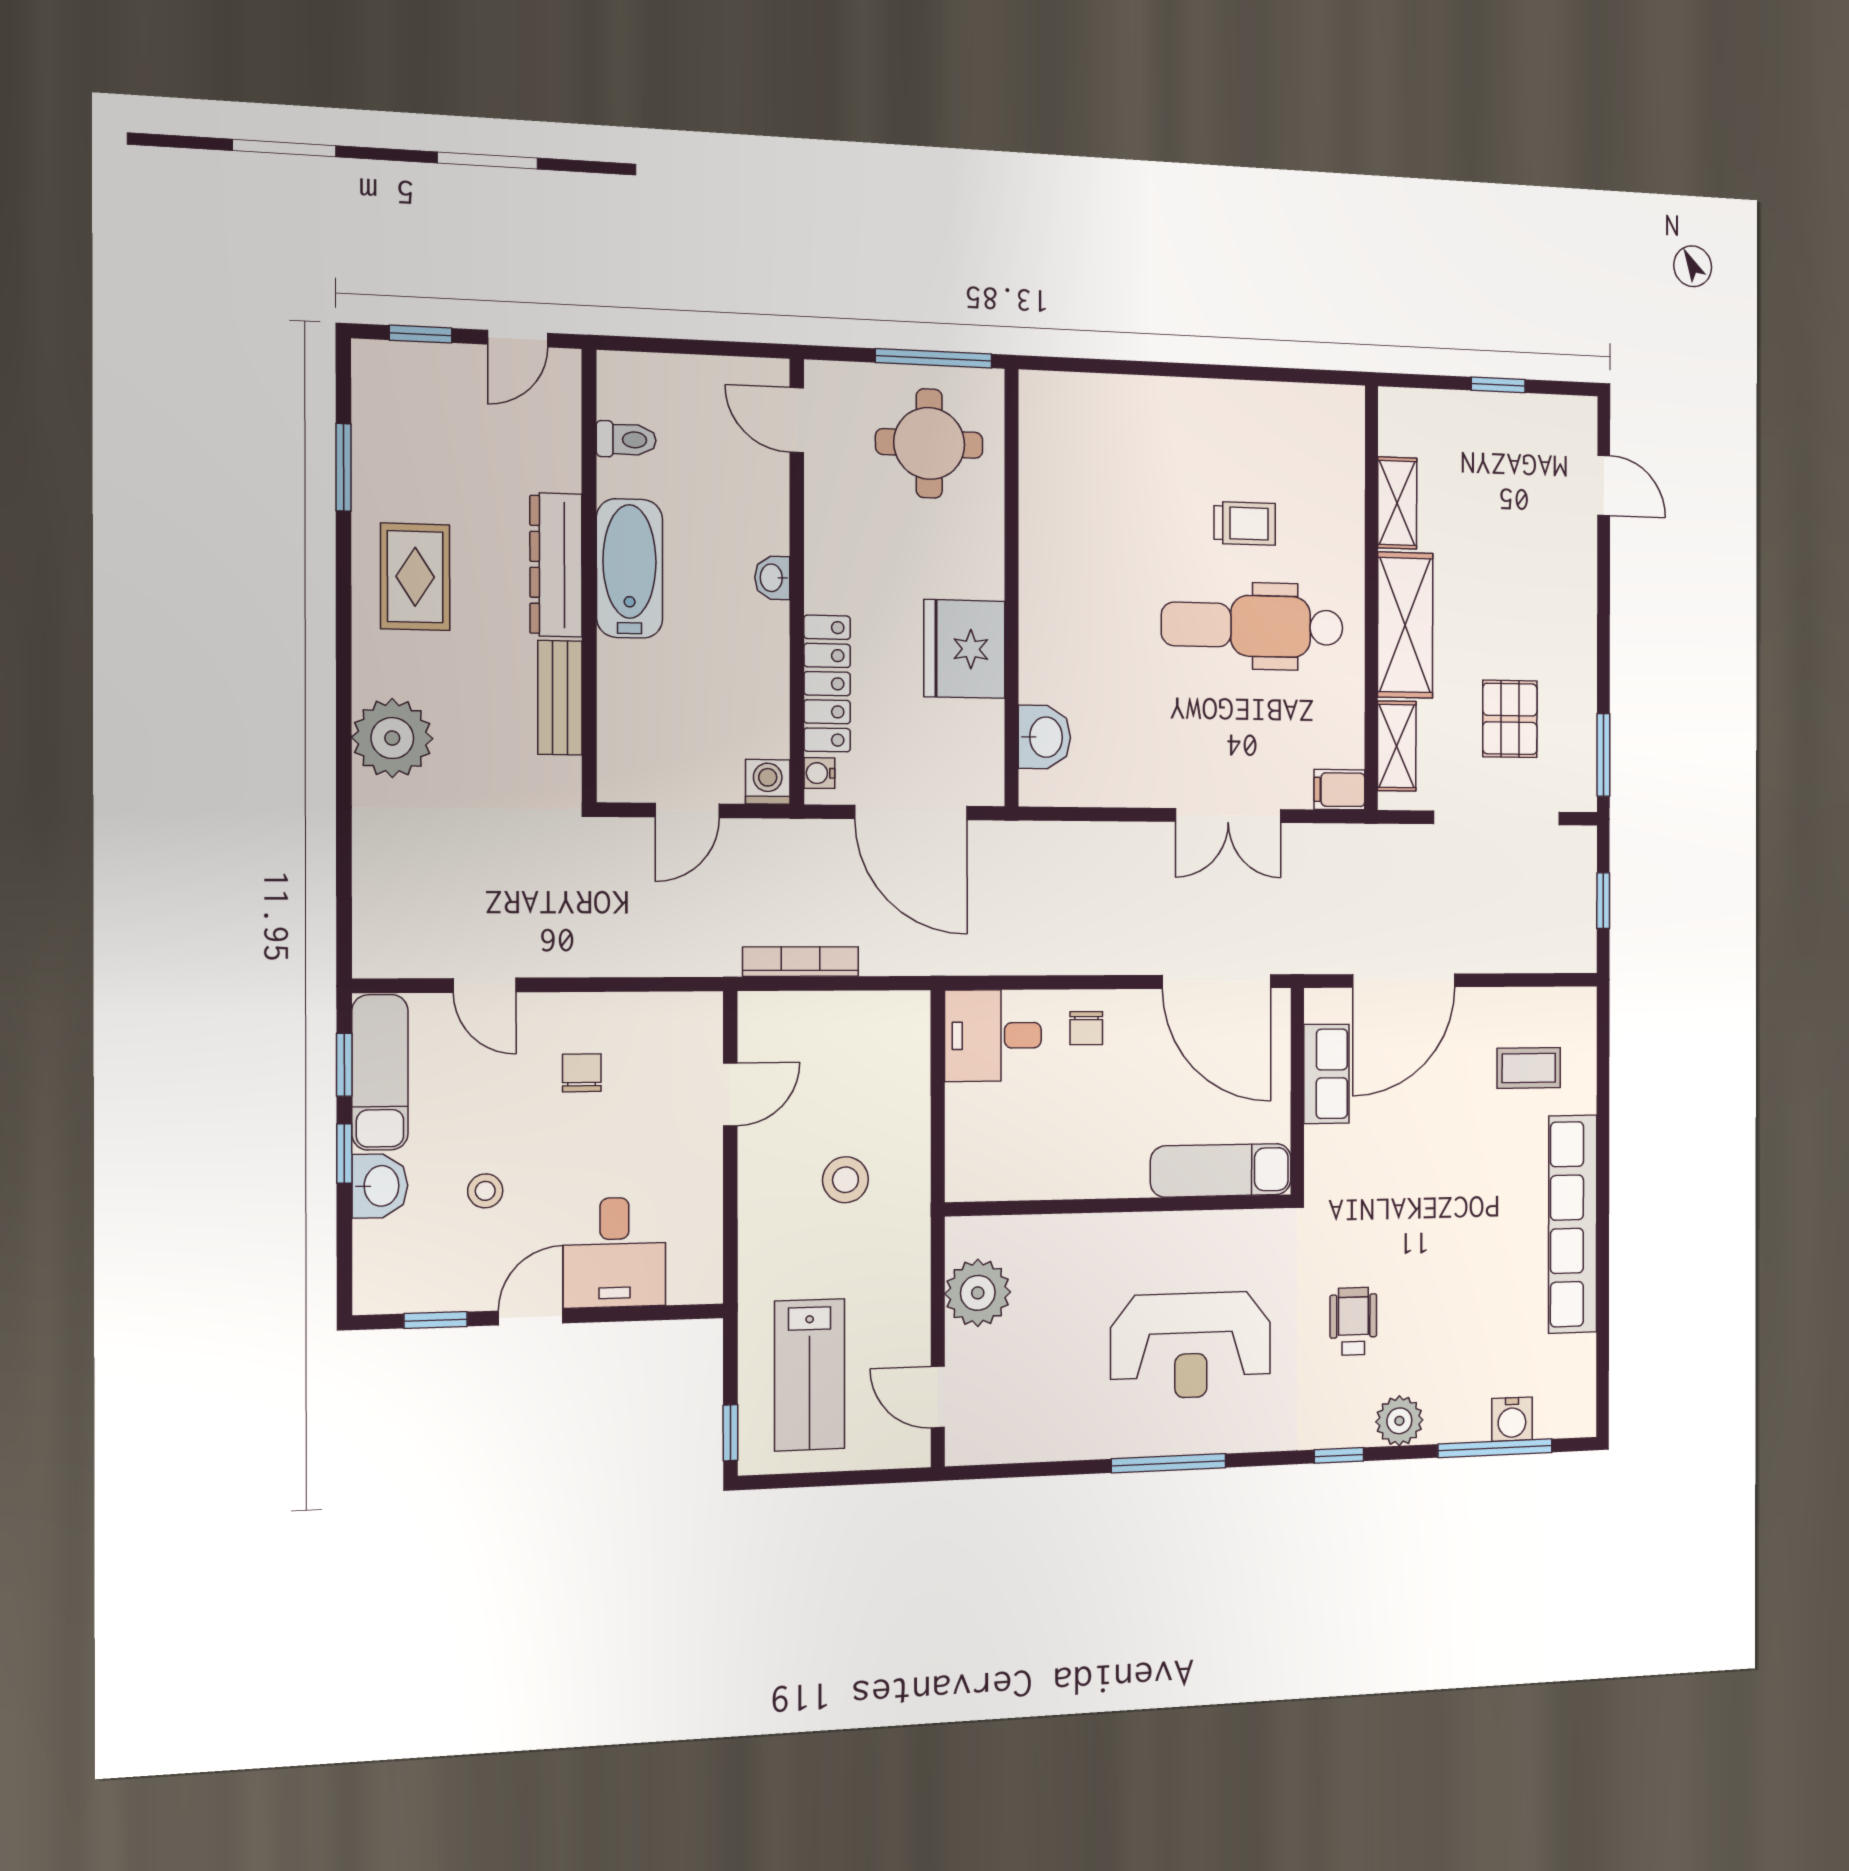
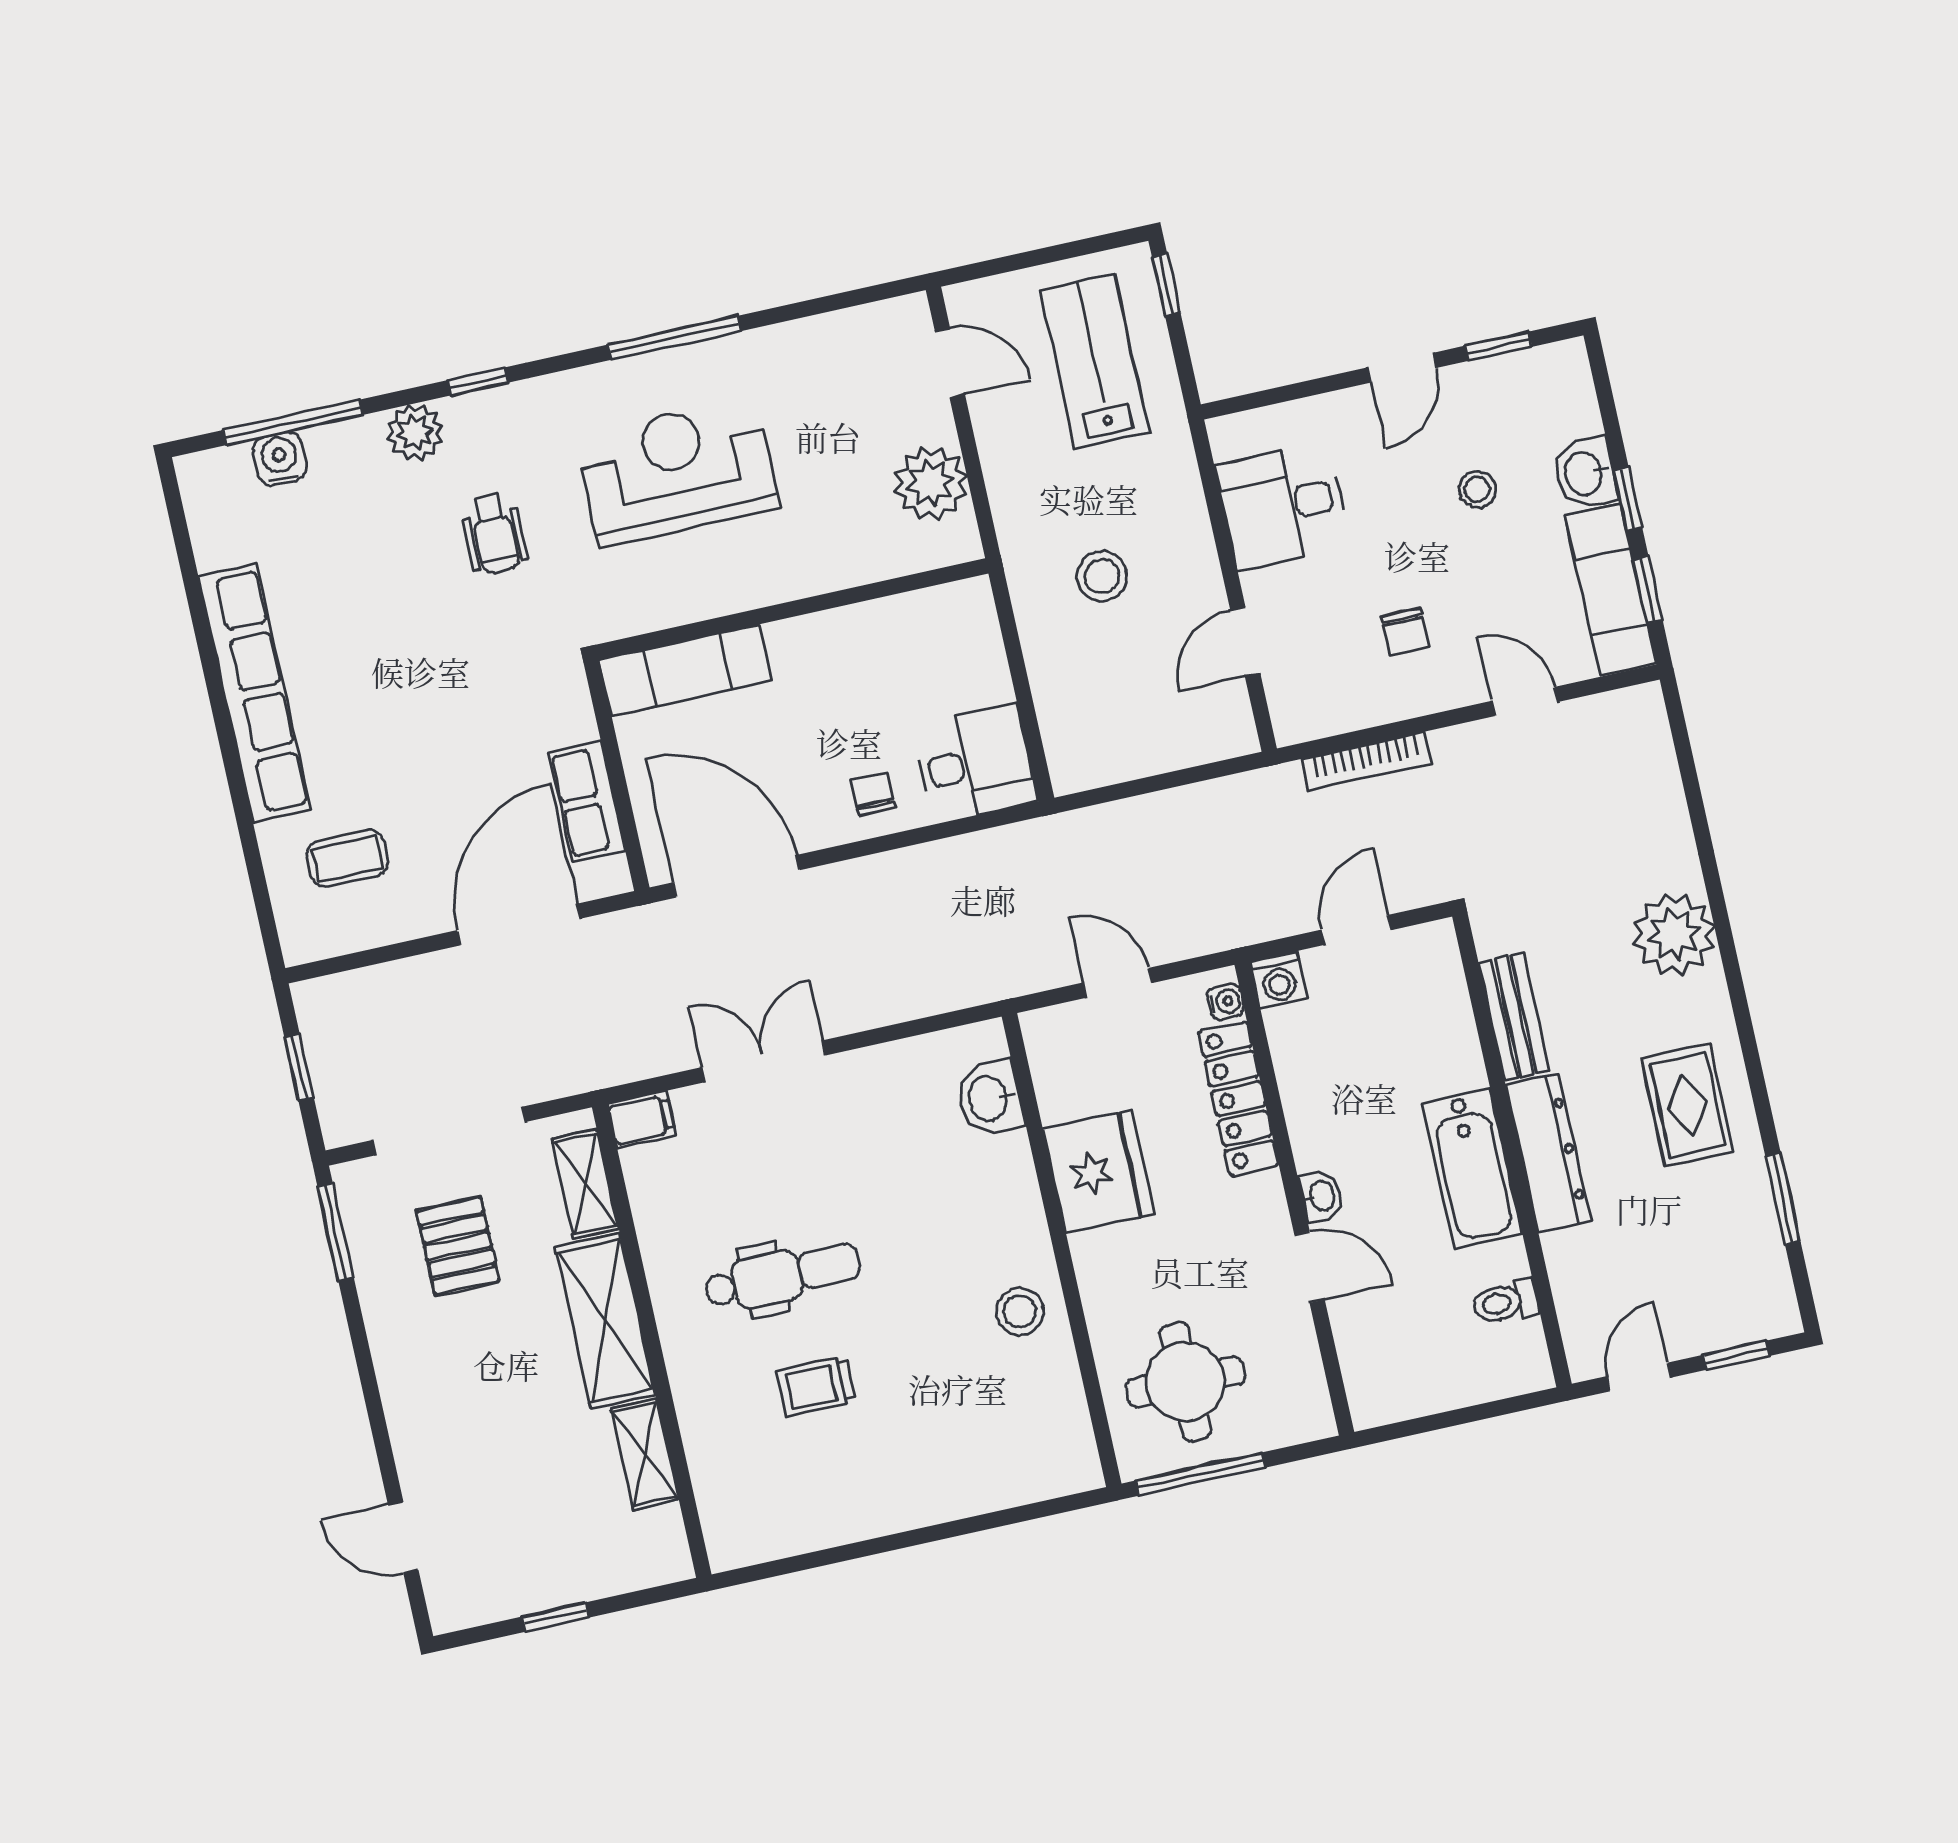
door: (797, 420) -> (1310, 1267), moved
stool: (1059, 543) -> (1020, 1312), added
dental chair: (1253, 626) -> (782, 1276), width x0.73, depth x0.72
door: (911, 813) -> (1118, 983), width x0.53
bookcase: (801, 962) -> (1367, 761), moved
desk: (614, 1252) -> (1283, 506), moved, turned -90

